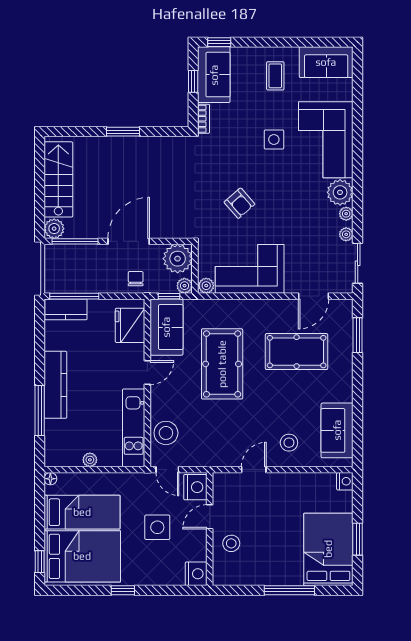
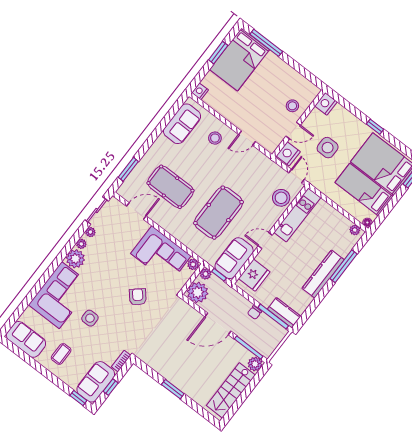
chair: (136, 279) -> (254, 313), moved
plant: (90, 460) -> (355, 230), moved
window: (289, 590) -> (266, 43), moved

